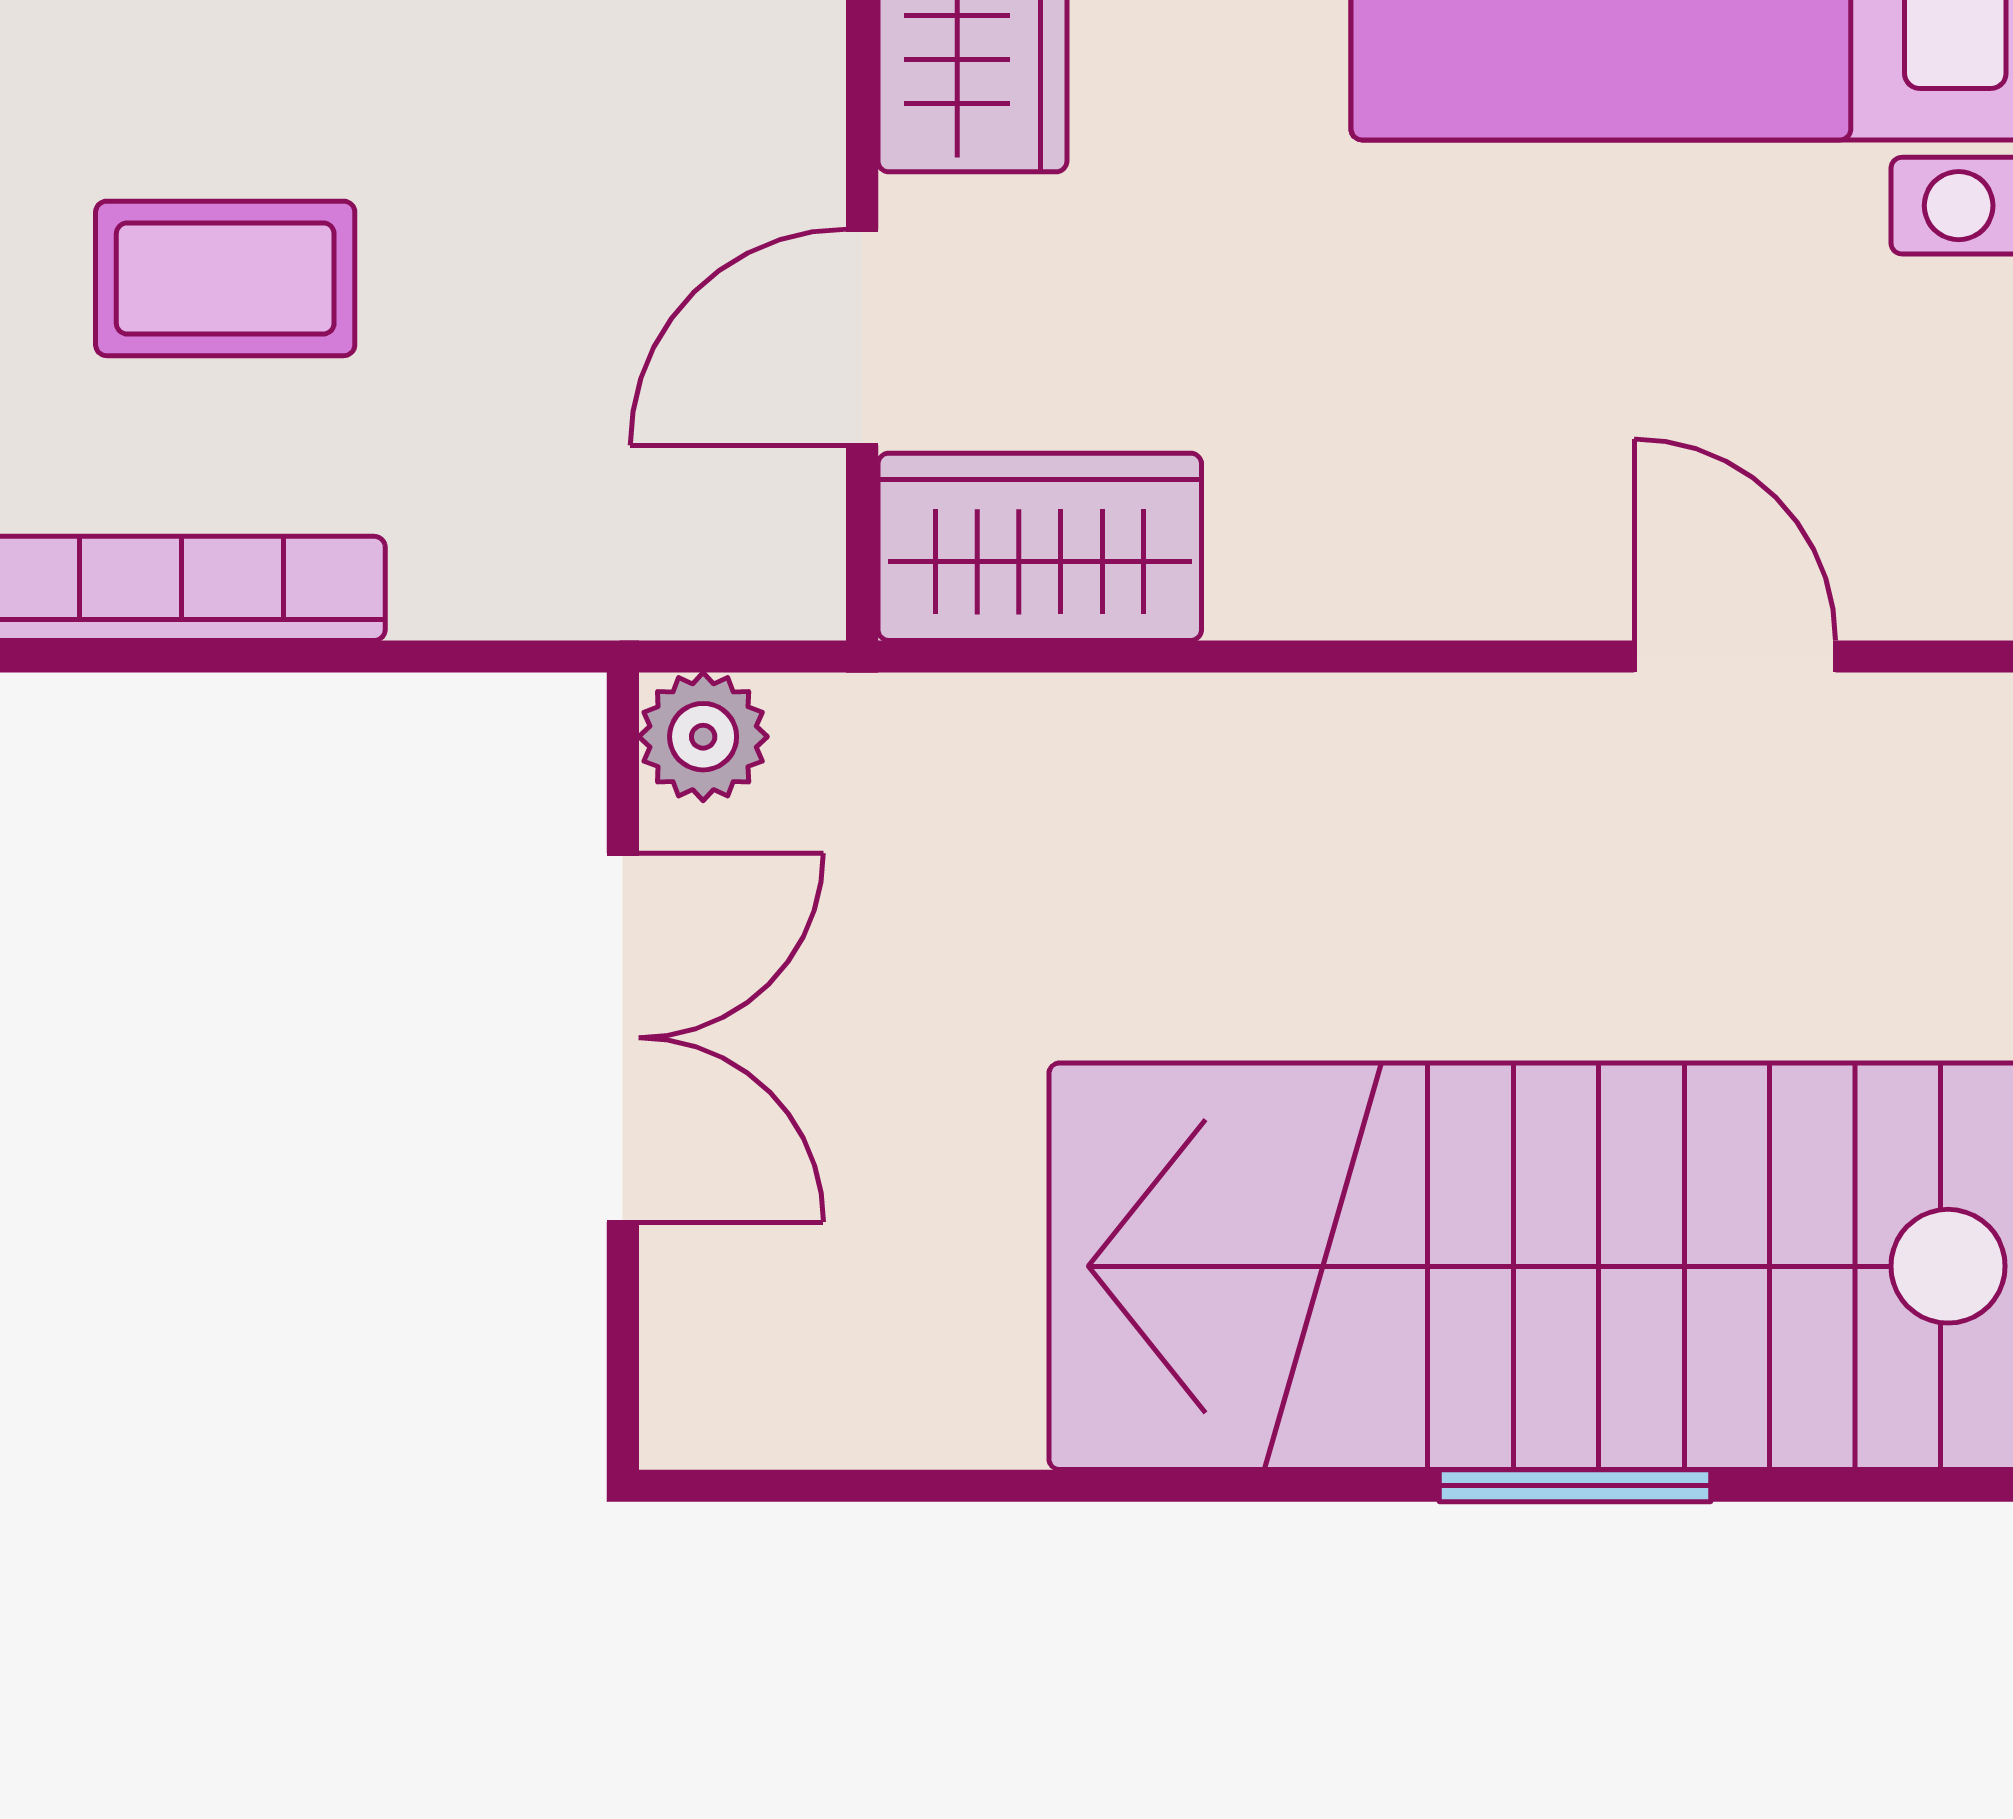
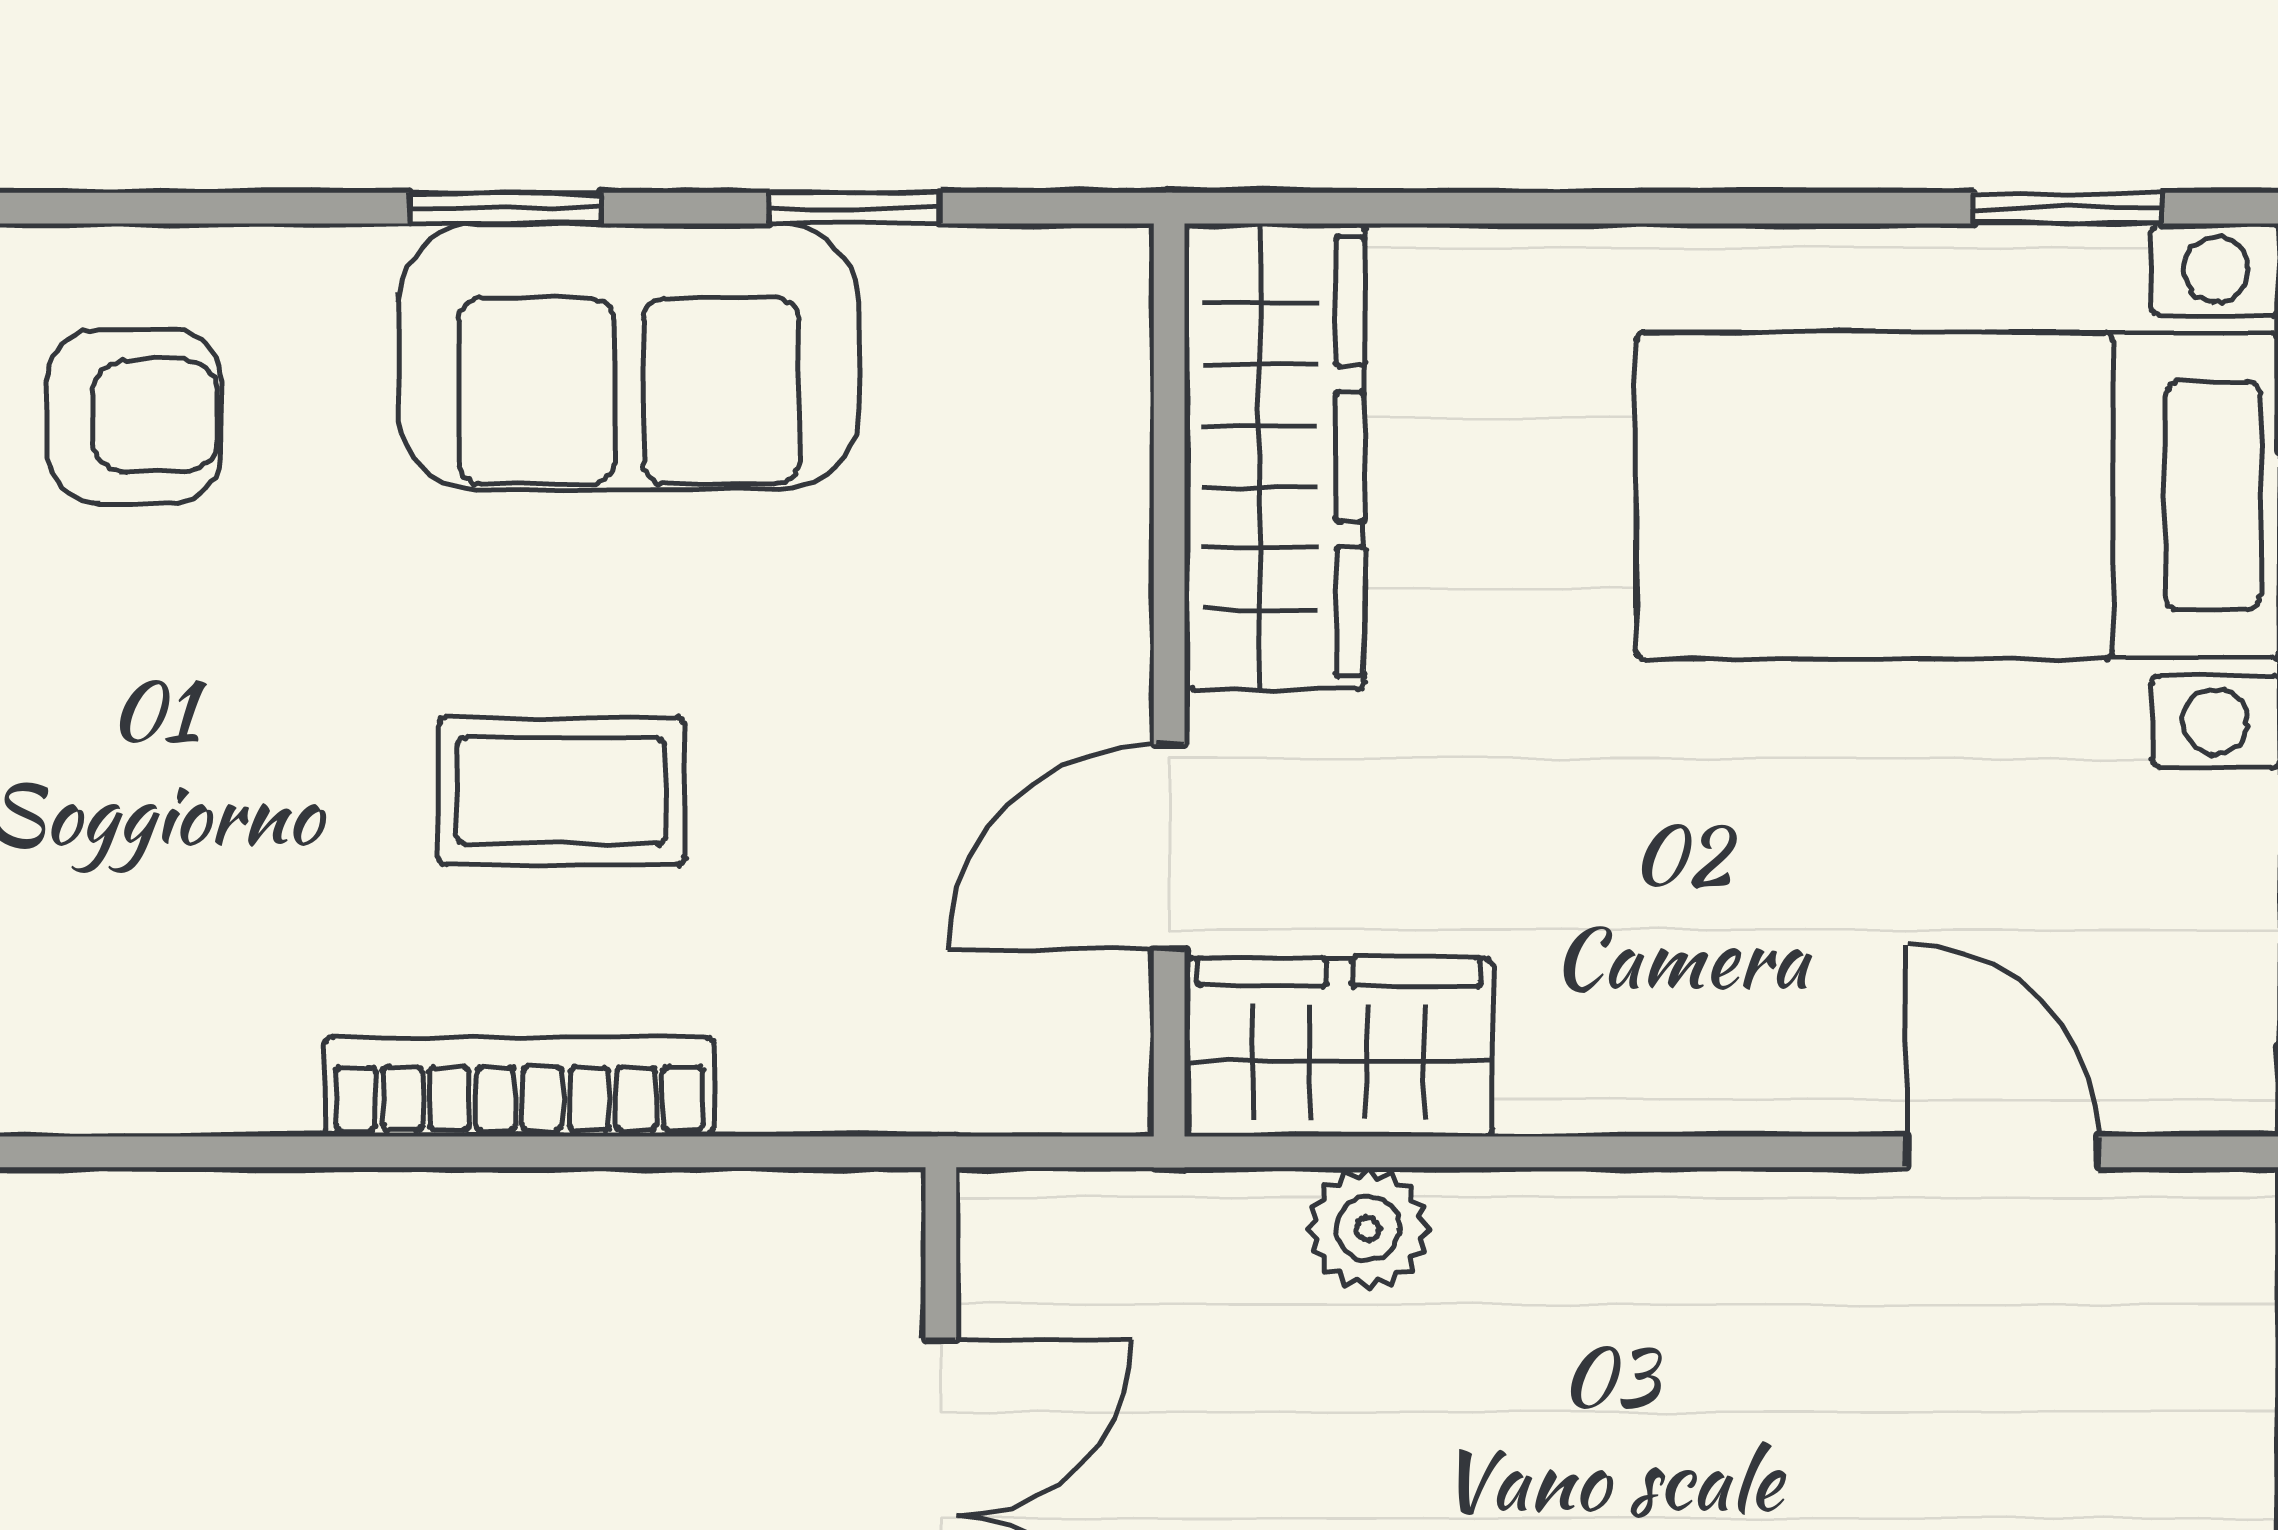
plant: (703, 737) -> (1368, 1228), moved

